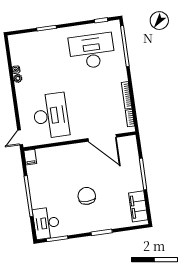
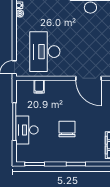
desk: (51, 116) -> (45, 52), turned 180
filing cabinet: (30, 157) -> (39, 86), moved
desk: (46, 223) -> (27, 130), moved

